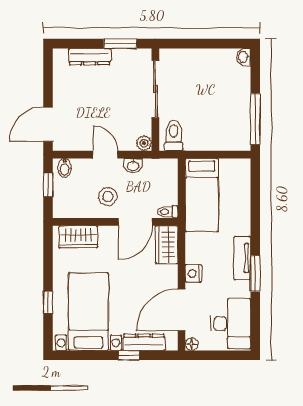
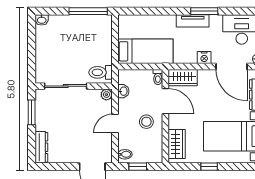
dresser: (90, 57) -> (41, 147), moved
washbasin: (133, 166) -> (123, 91), moved
window: (48, 302) -> (209, 167), moved

